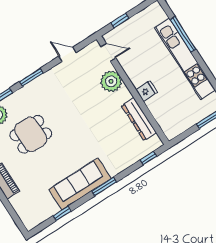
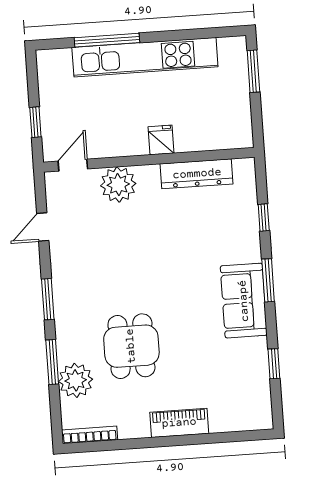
window: (148, 158) -> (264, 218), moved
sofa: (80, 184) -> (244, 301), width x0.73

